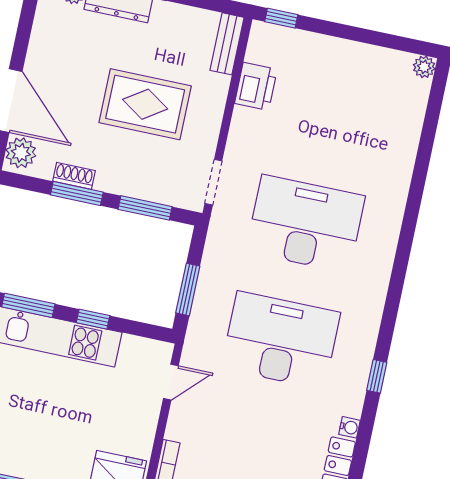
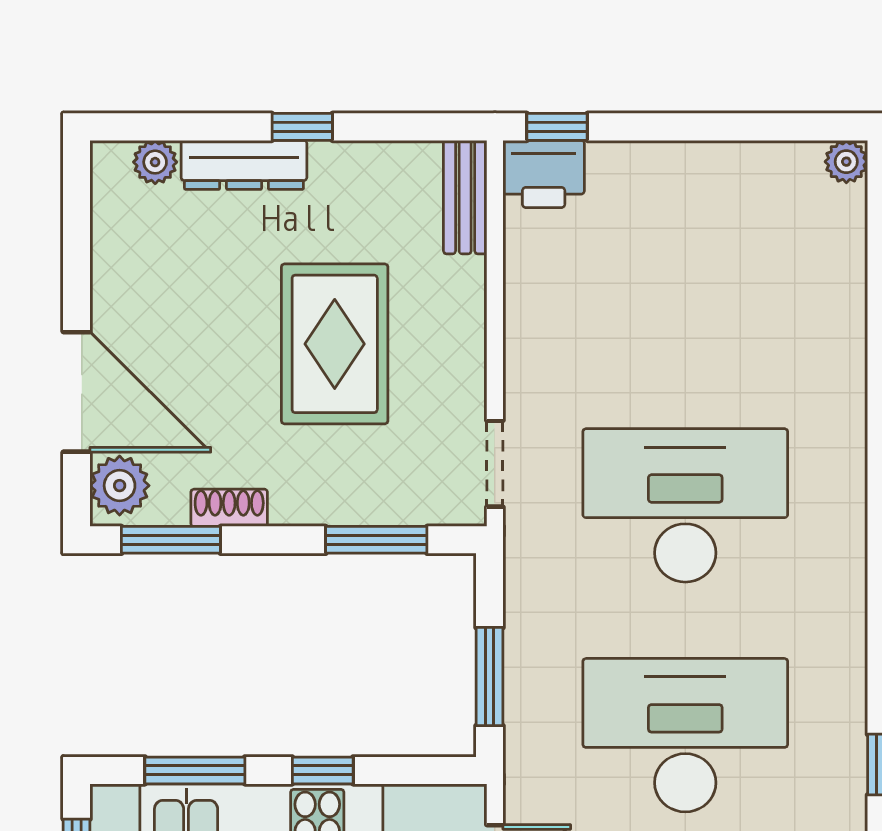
printer: (256, 86) -> (544, 174), moved, turned 90
rug: (145, 104) -> (335, 344), turned 90
window: (77, 193) -> (171, 540), moved

